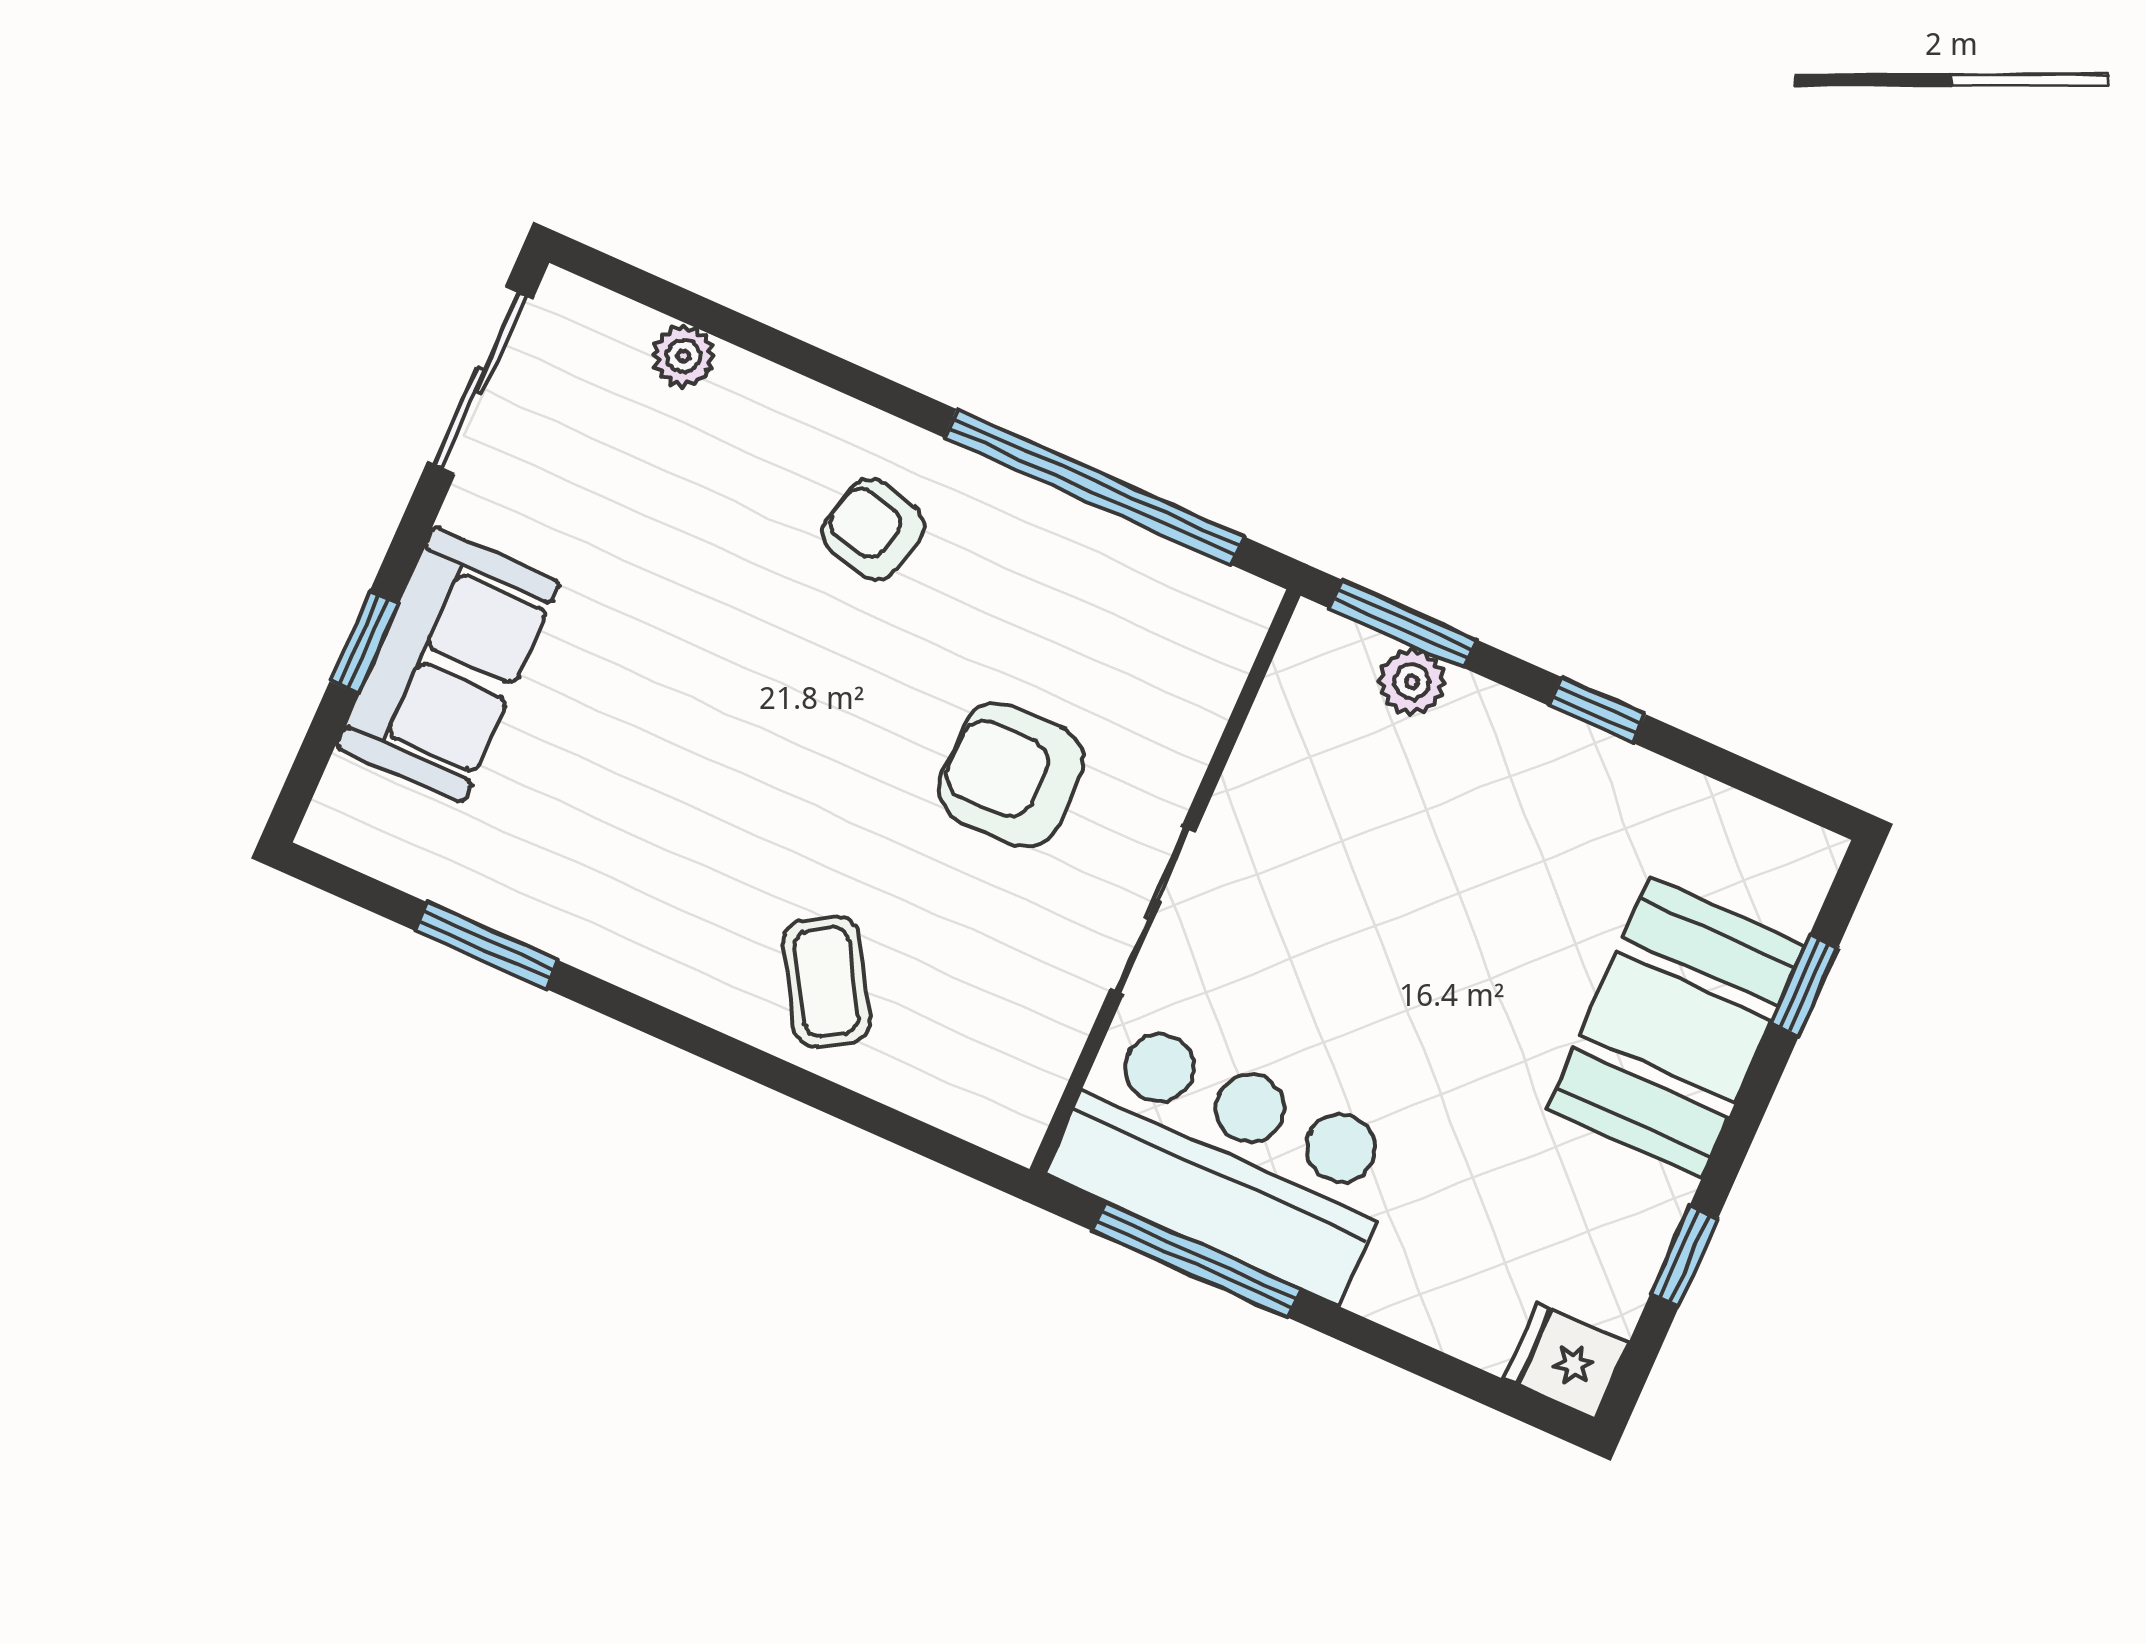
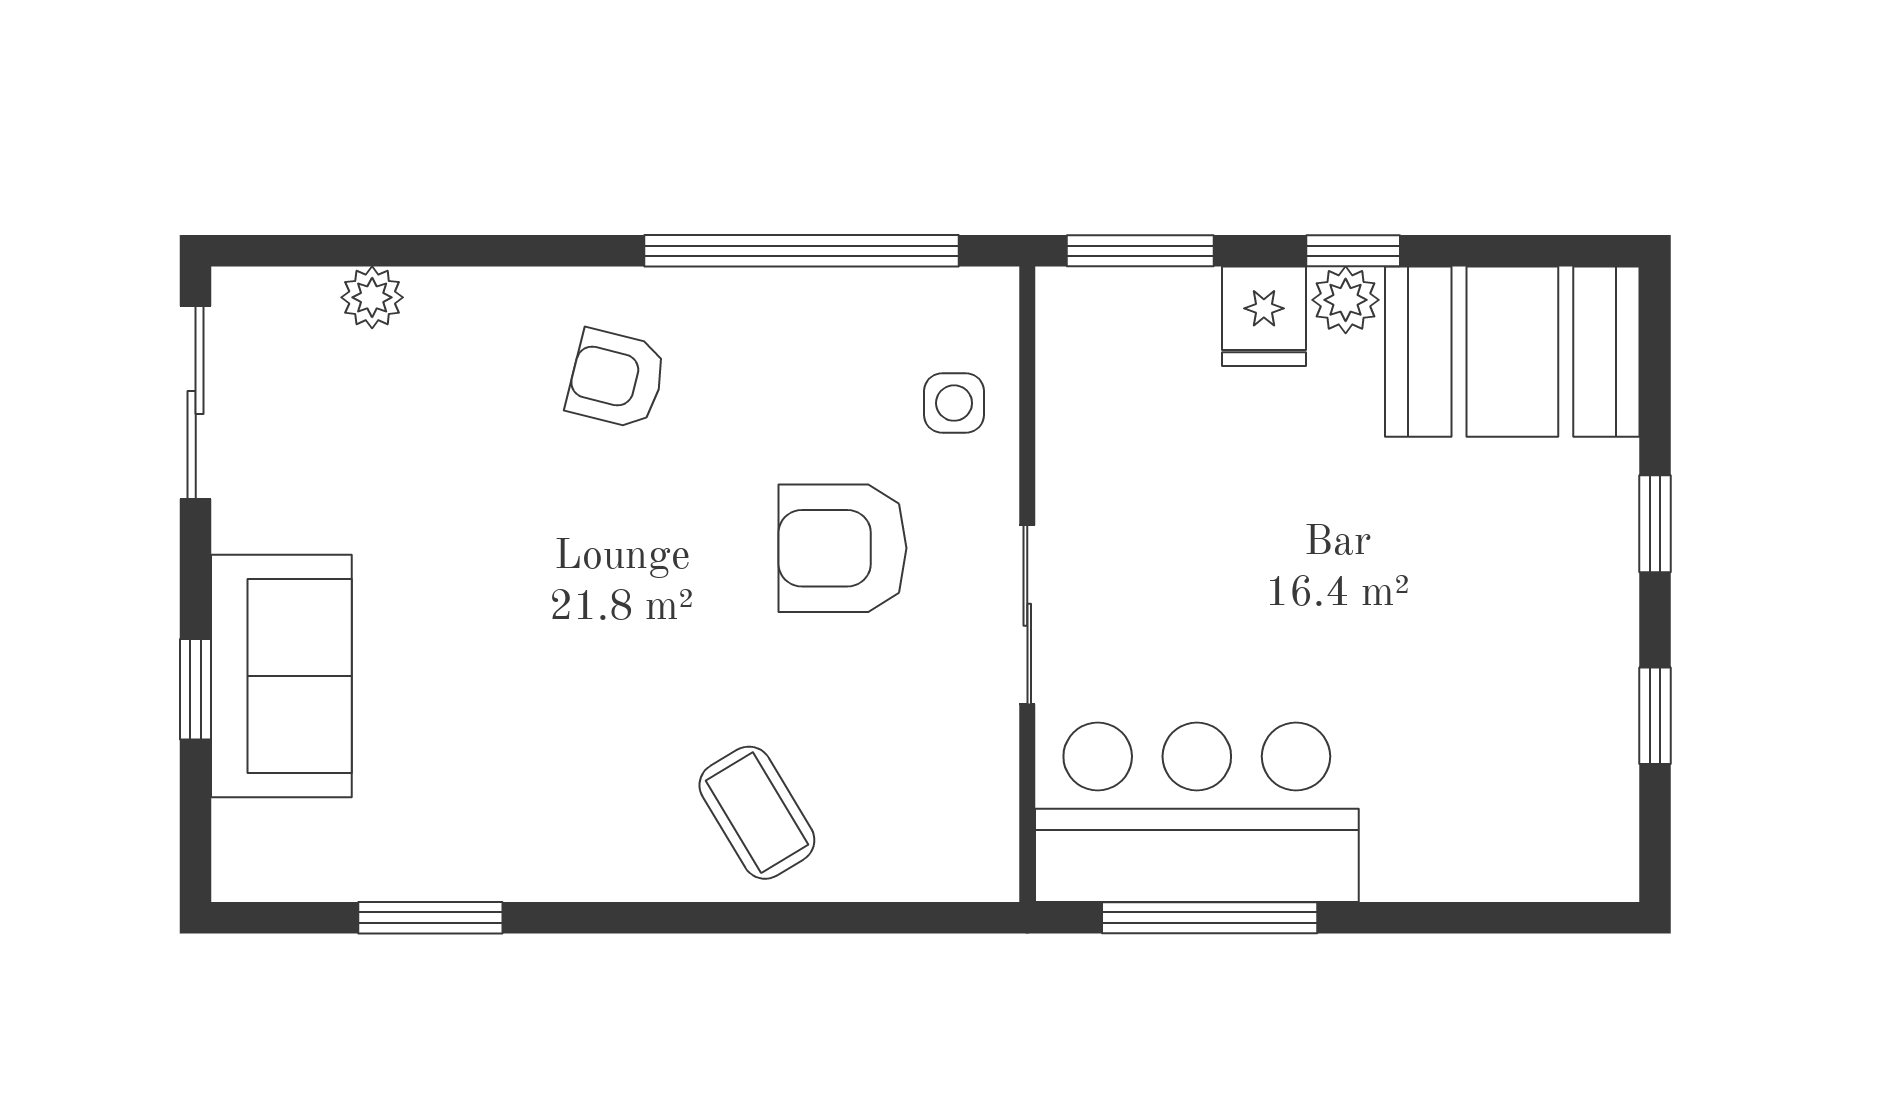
plant: (1412, 682) -> (1346, 300), moved
side table: (1171, 688) -> (954, 403), added
window: (1804, 985) -> (1655, 524), moved
booth: (1675, 1027) -> (1512, 352), moved, turned 90
fridge: (1566, 1361) -> (1264, 316), moved, turned -90

